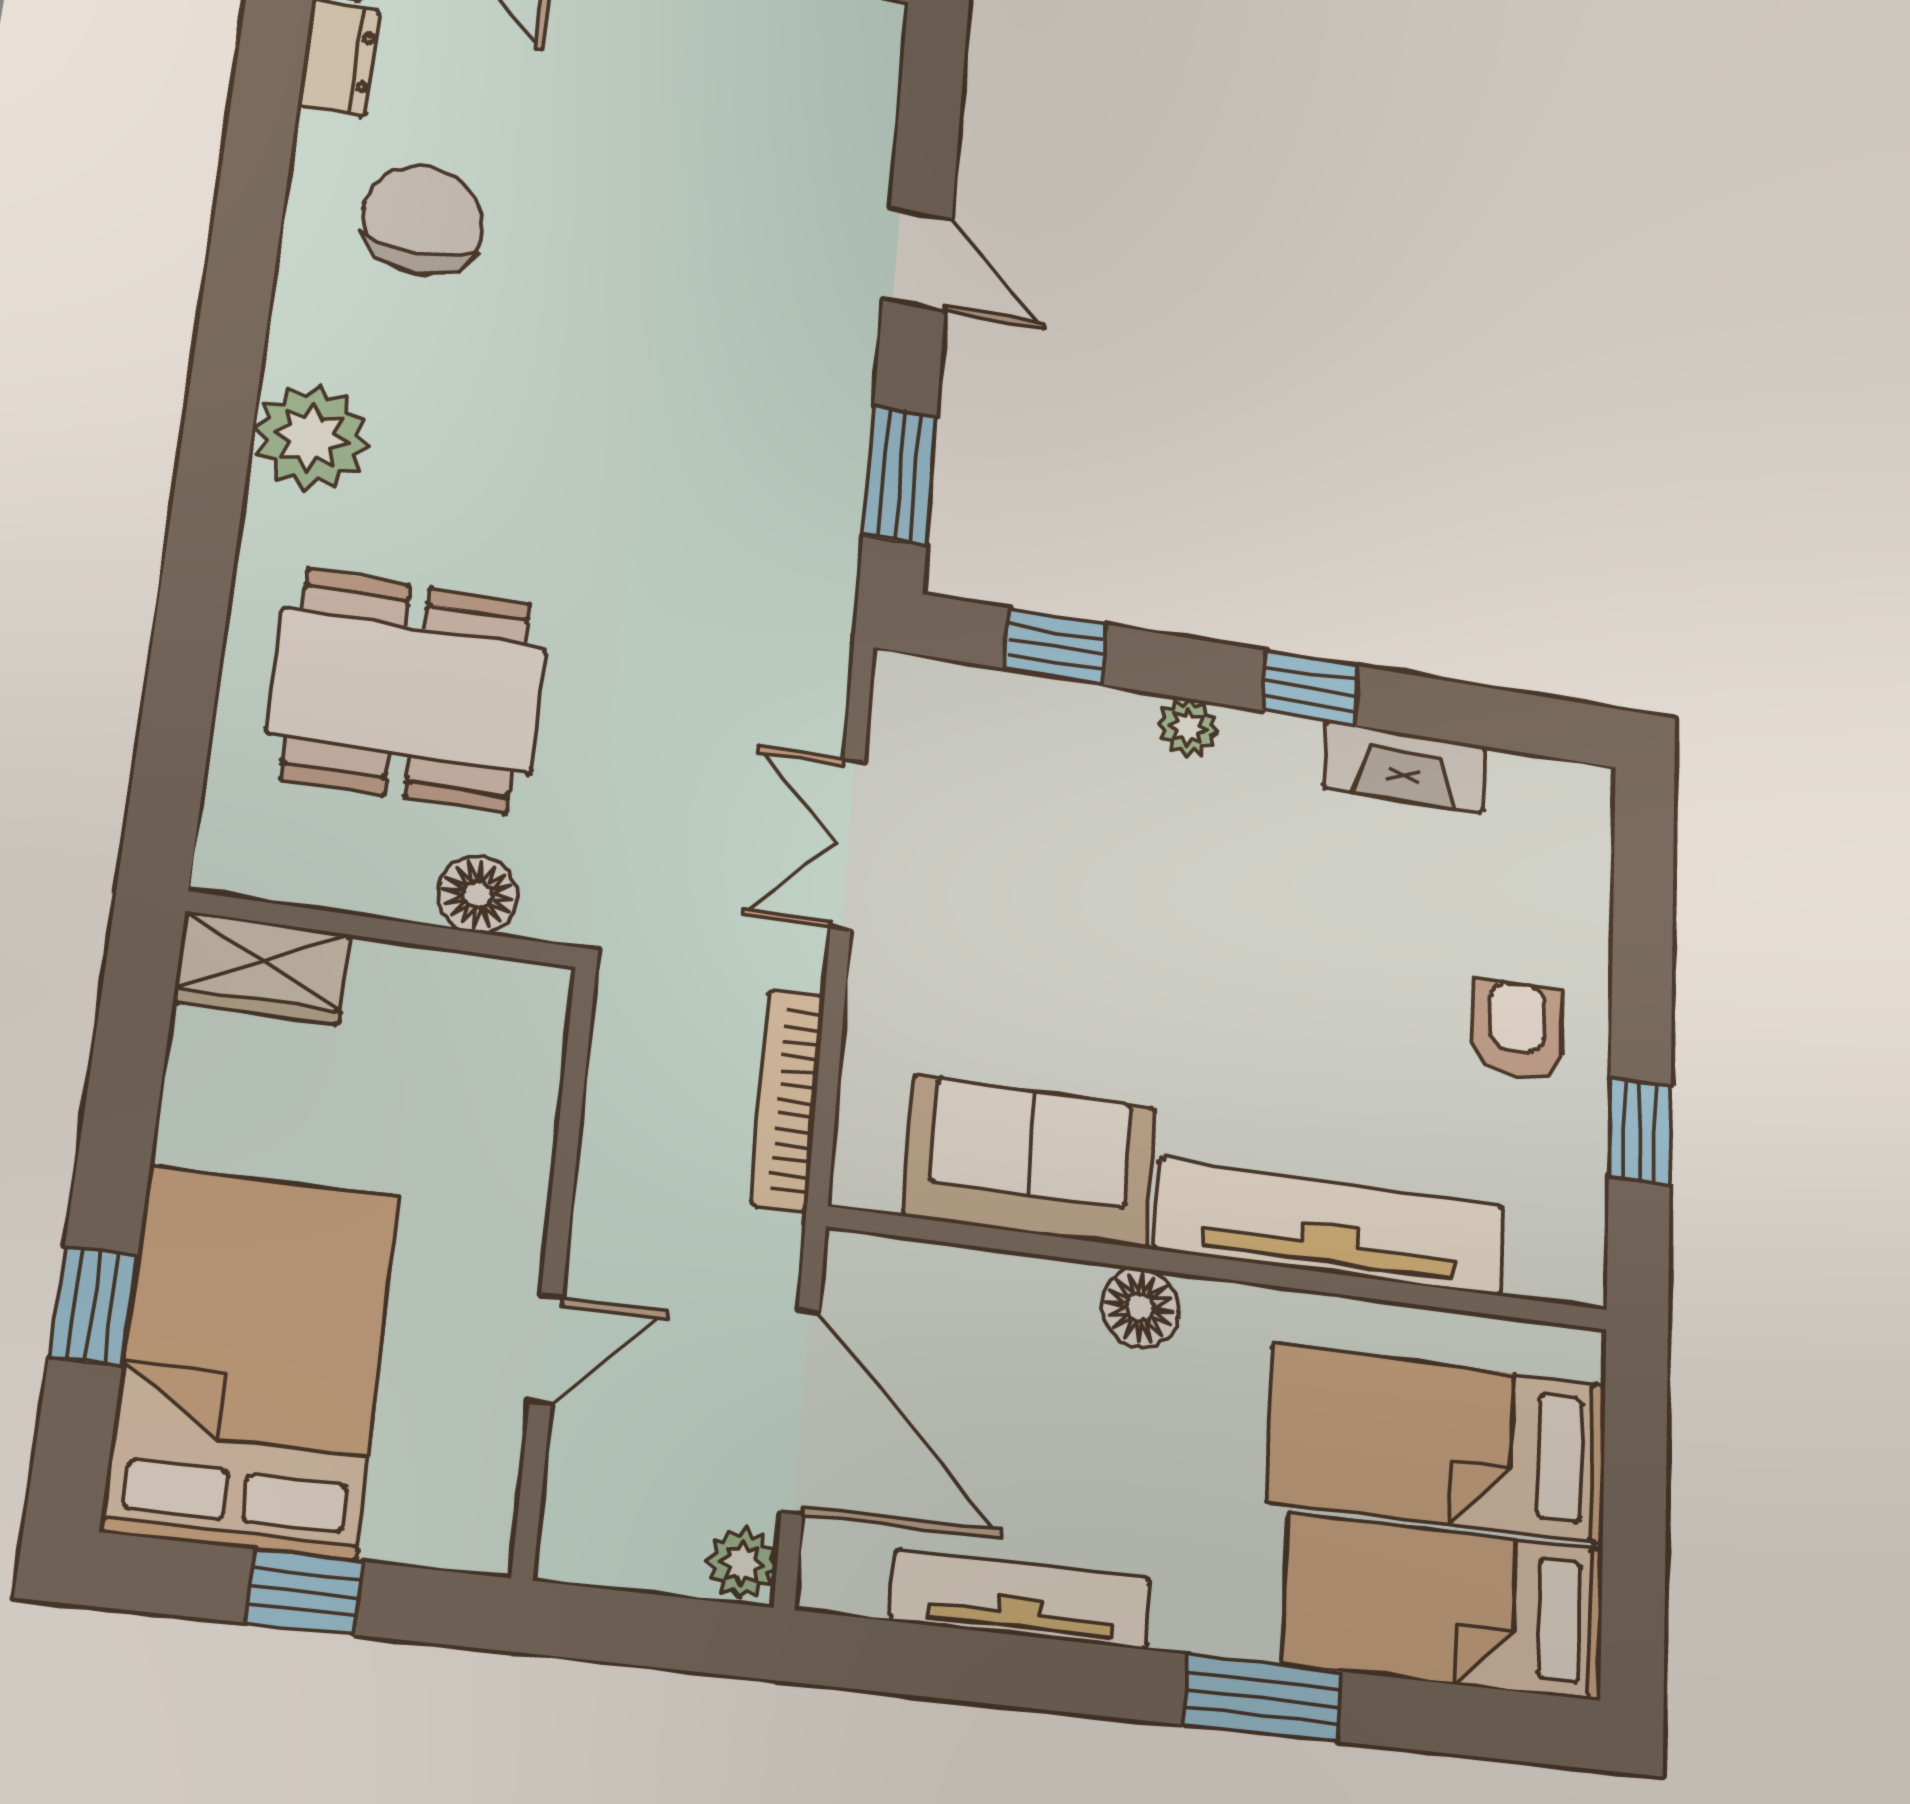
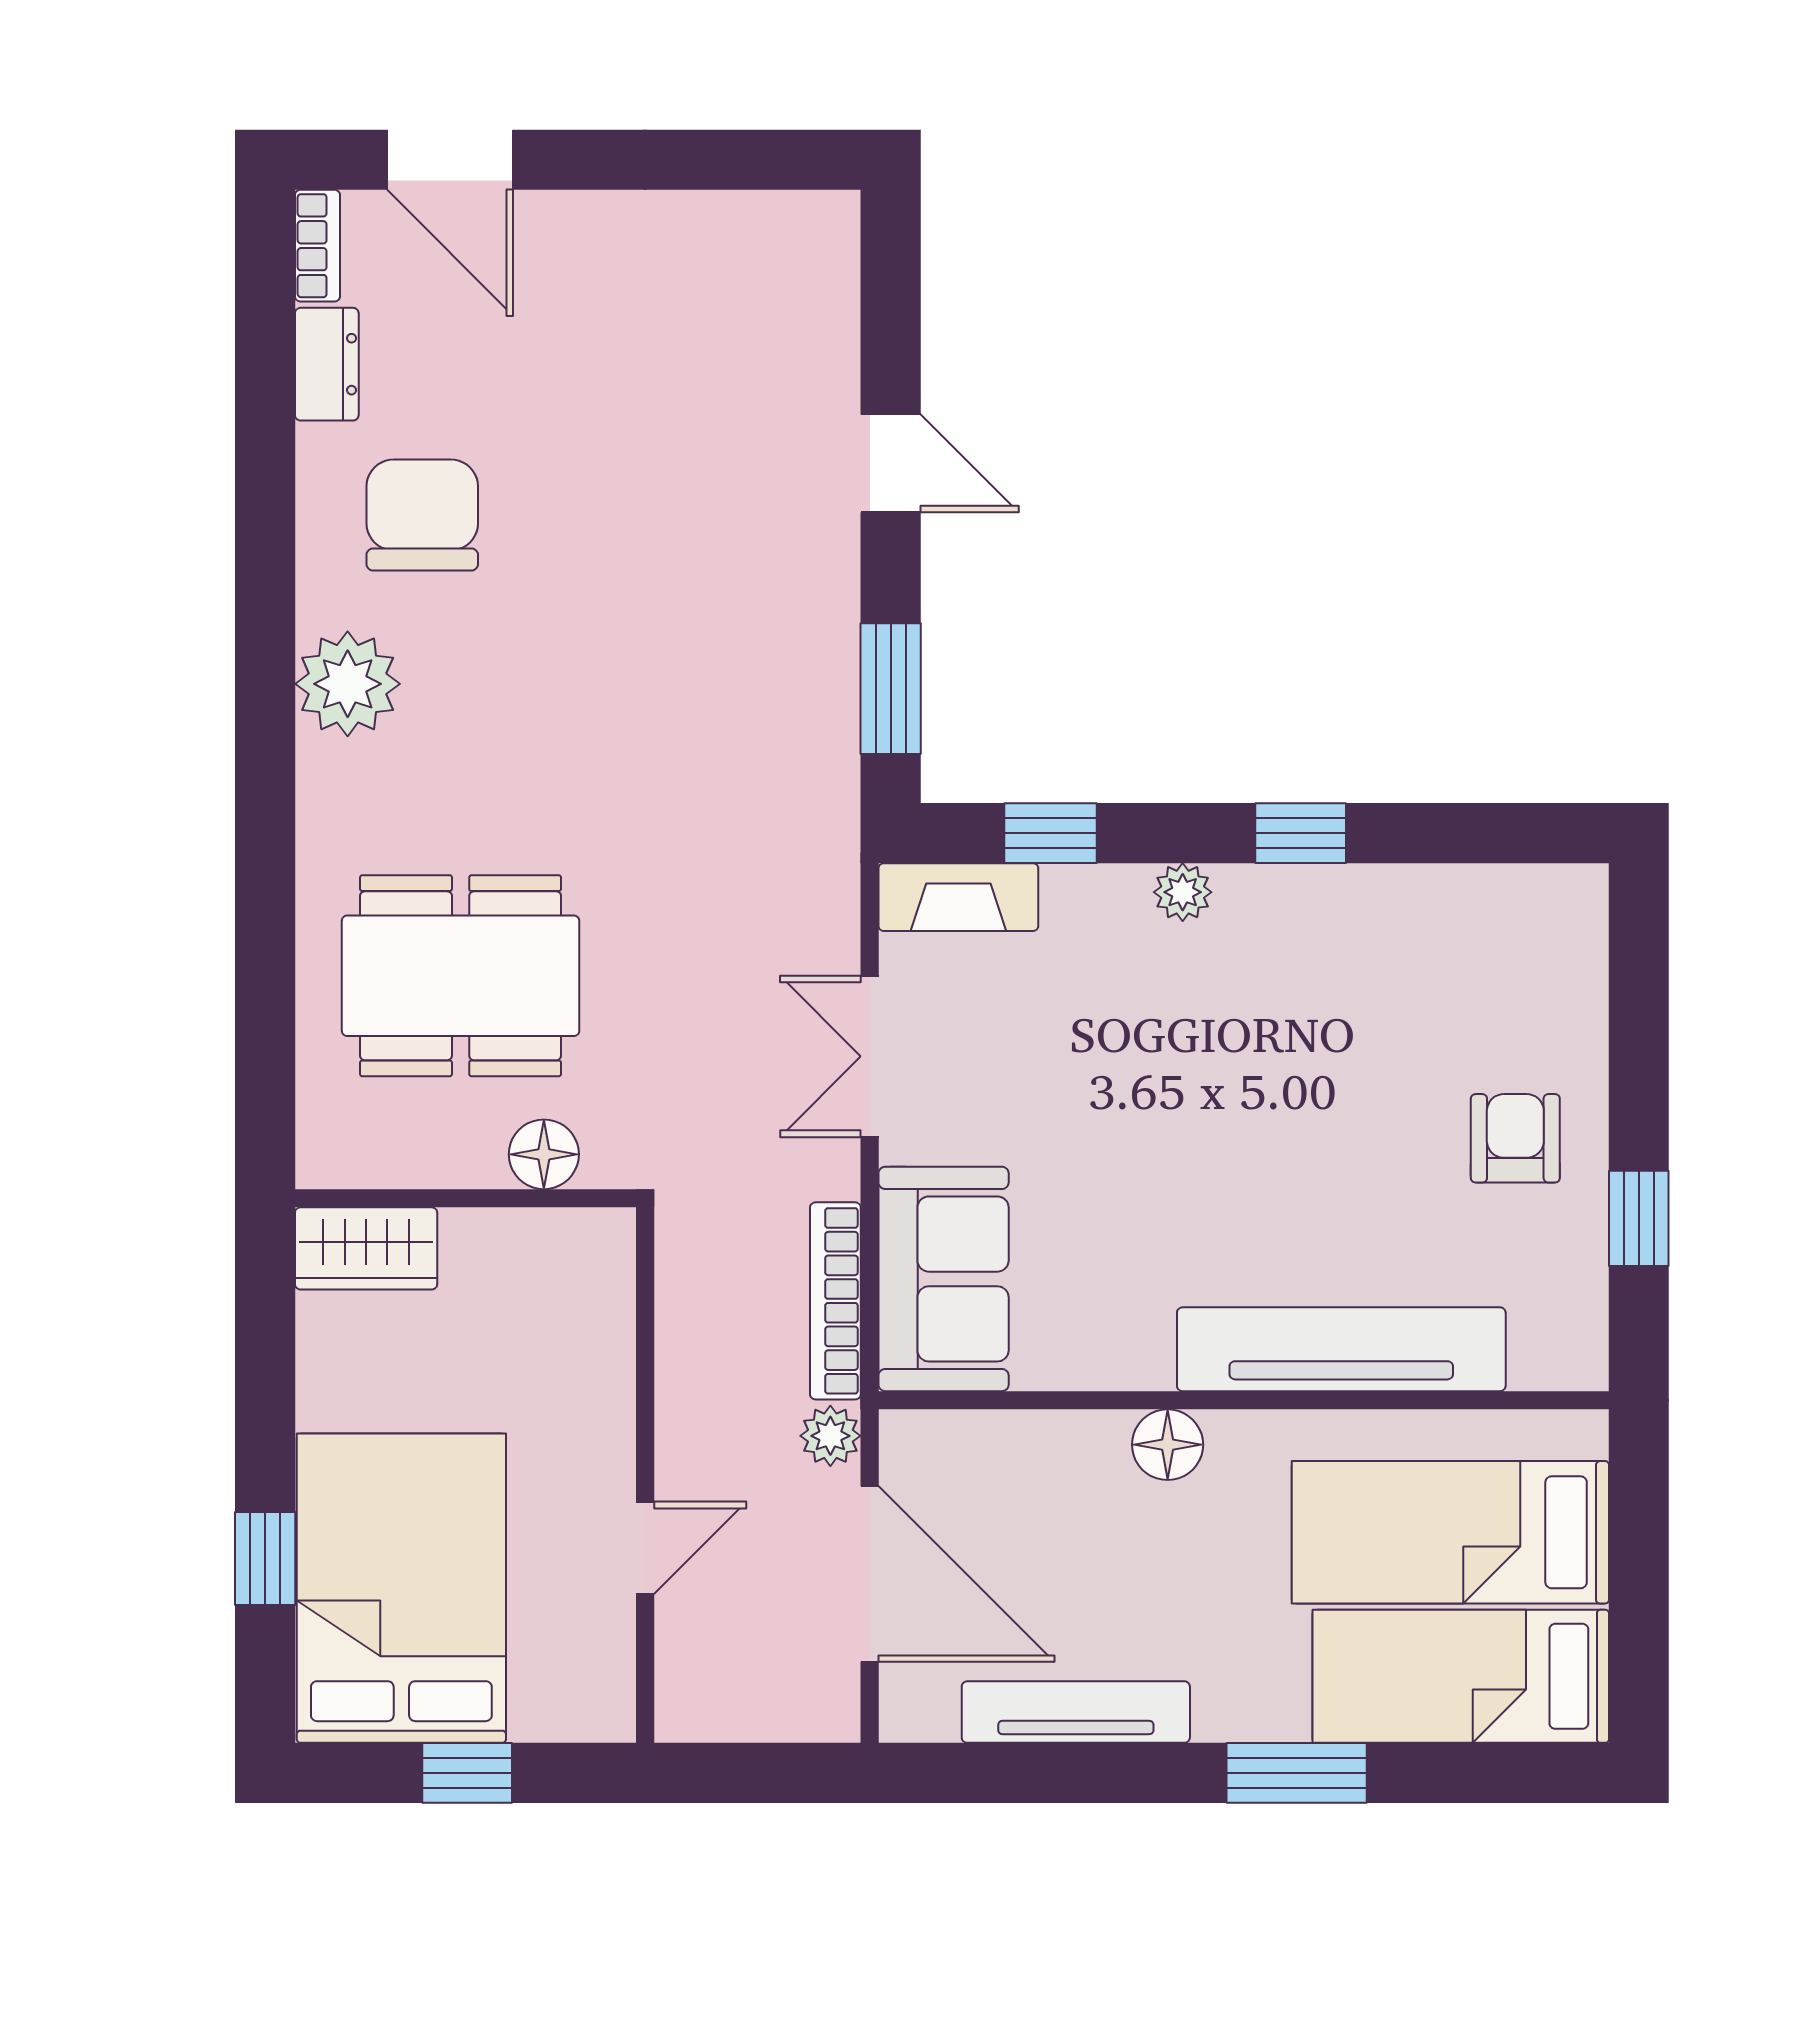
plant: (311, 438) -> (348, 684), moved
fireplace: (1404, 767) -> (958, 897), moved
sofa: (1030, 1162) -> (944, 1279), moved, turned 90
plant: (742, 1563) -> (830, 1436), moved

